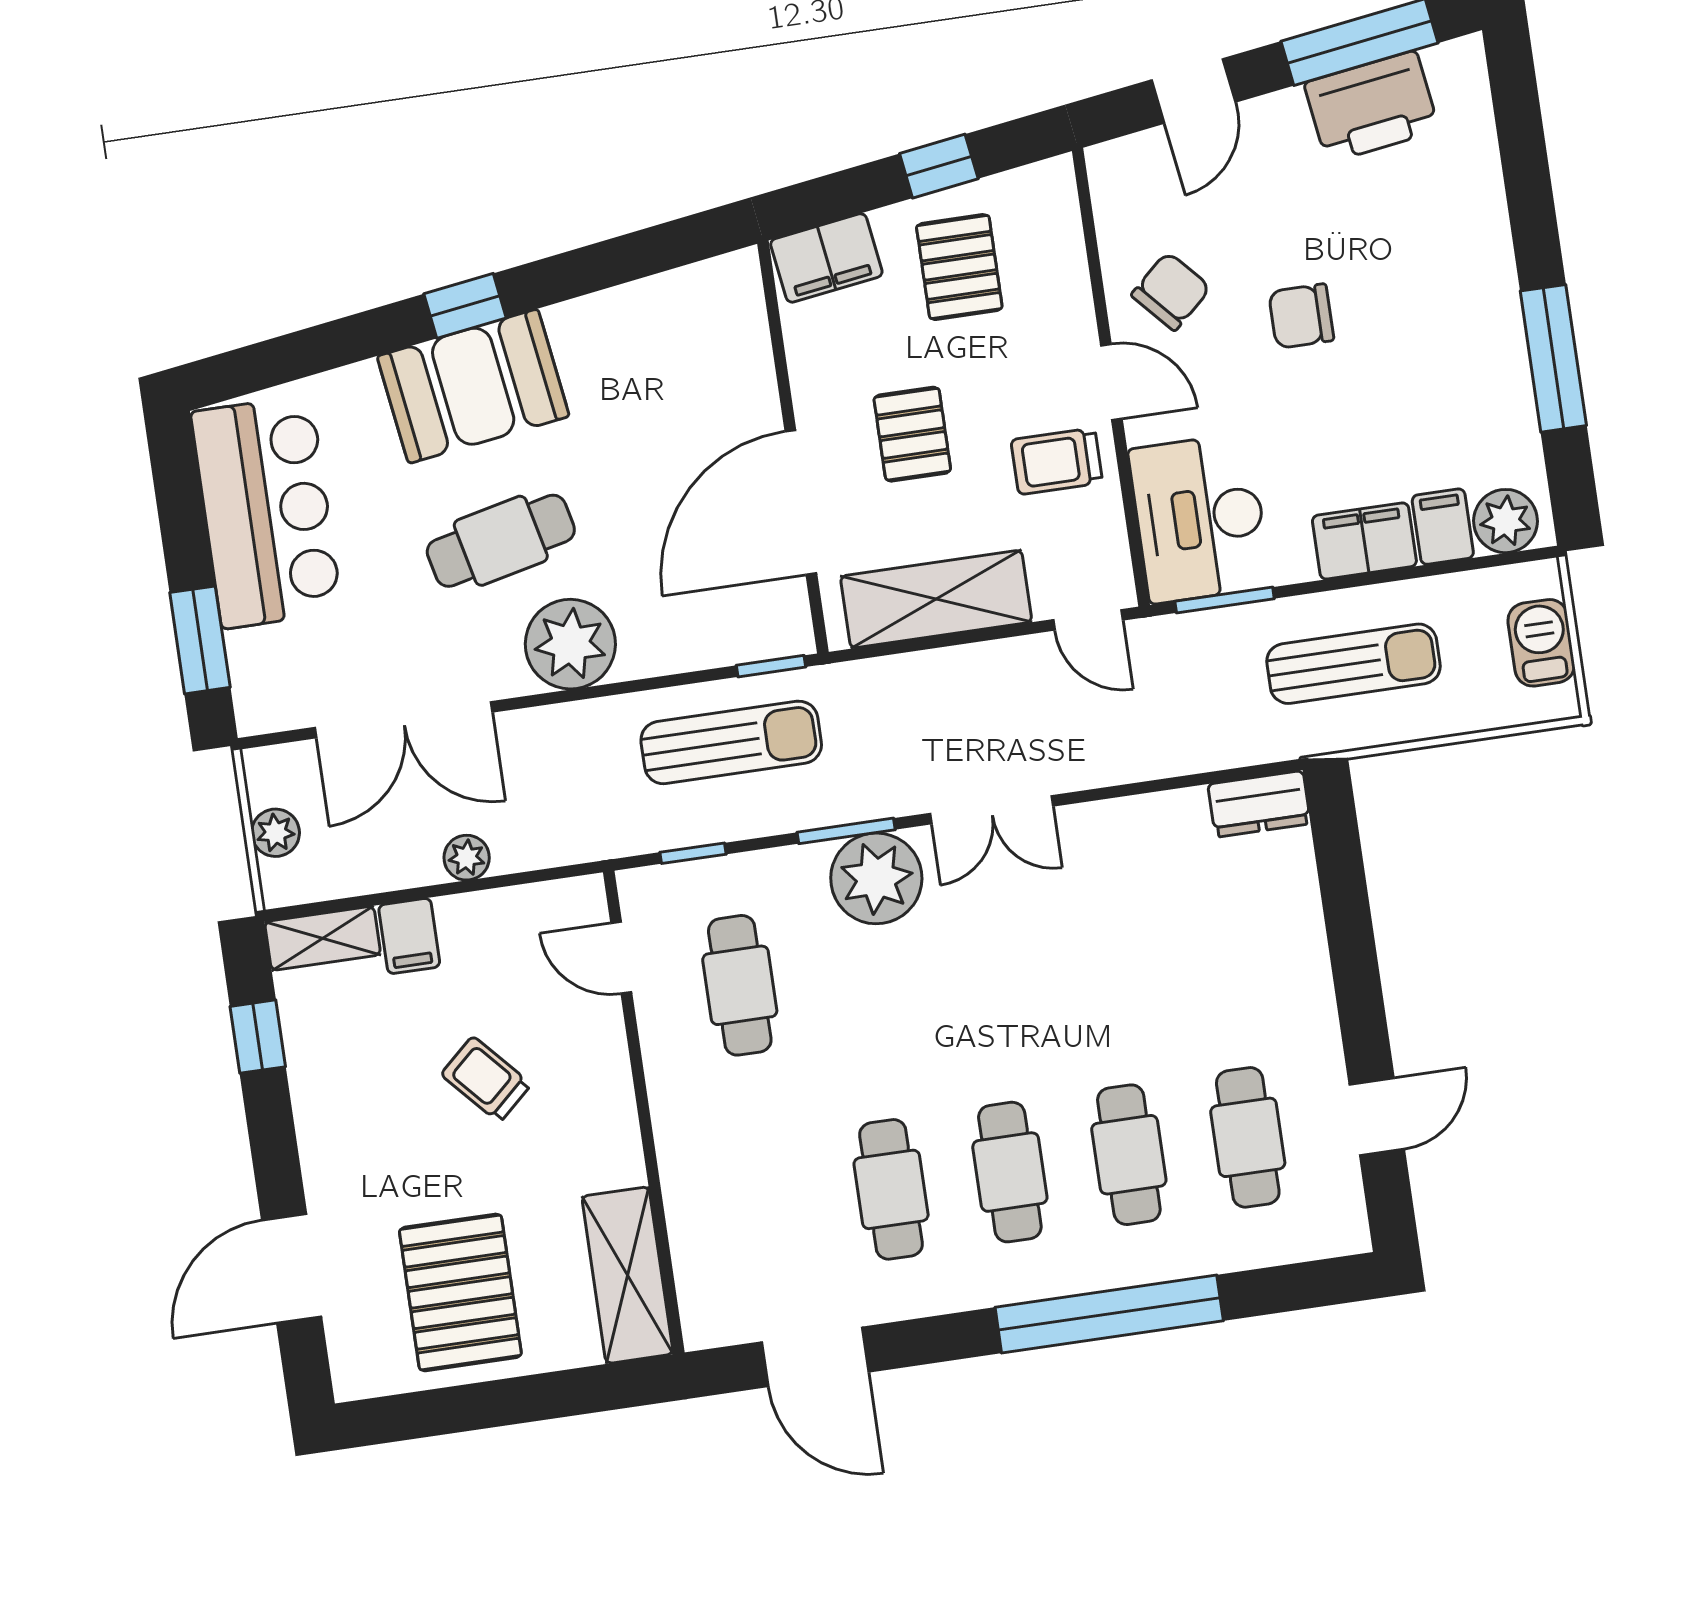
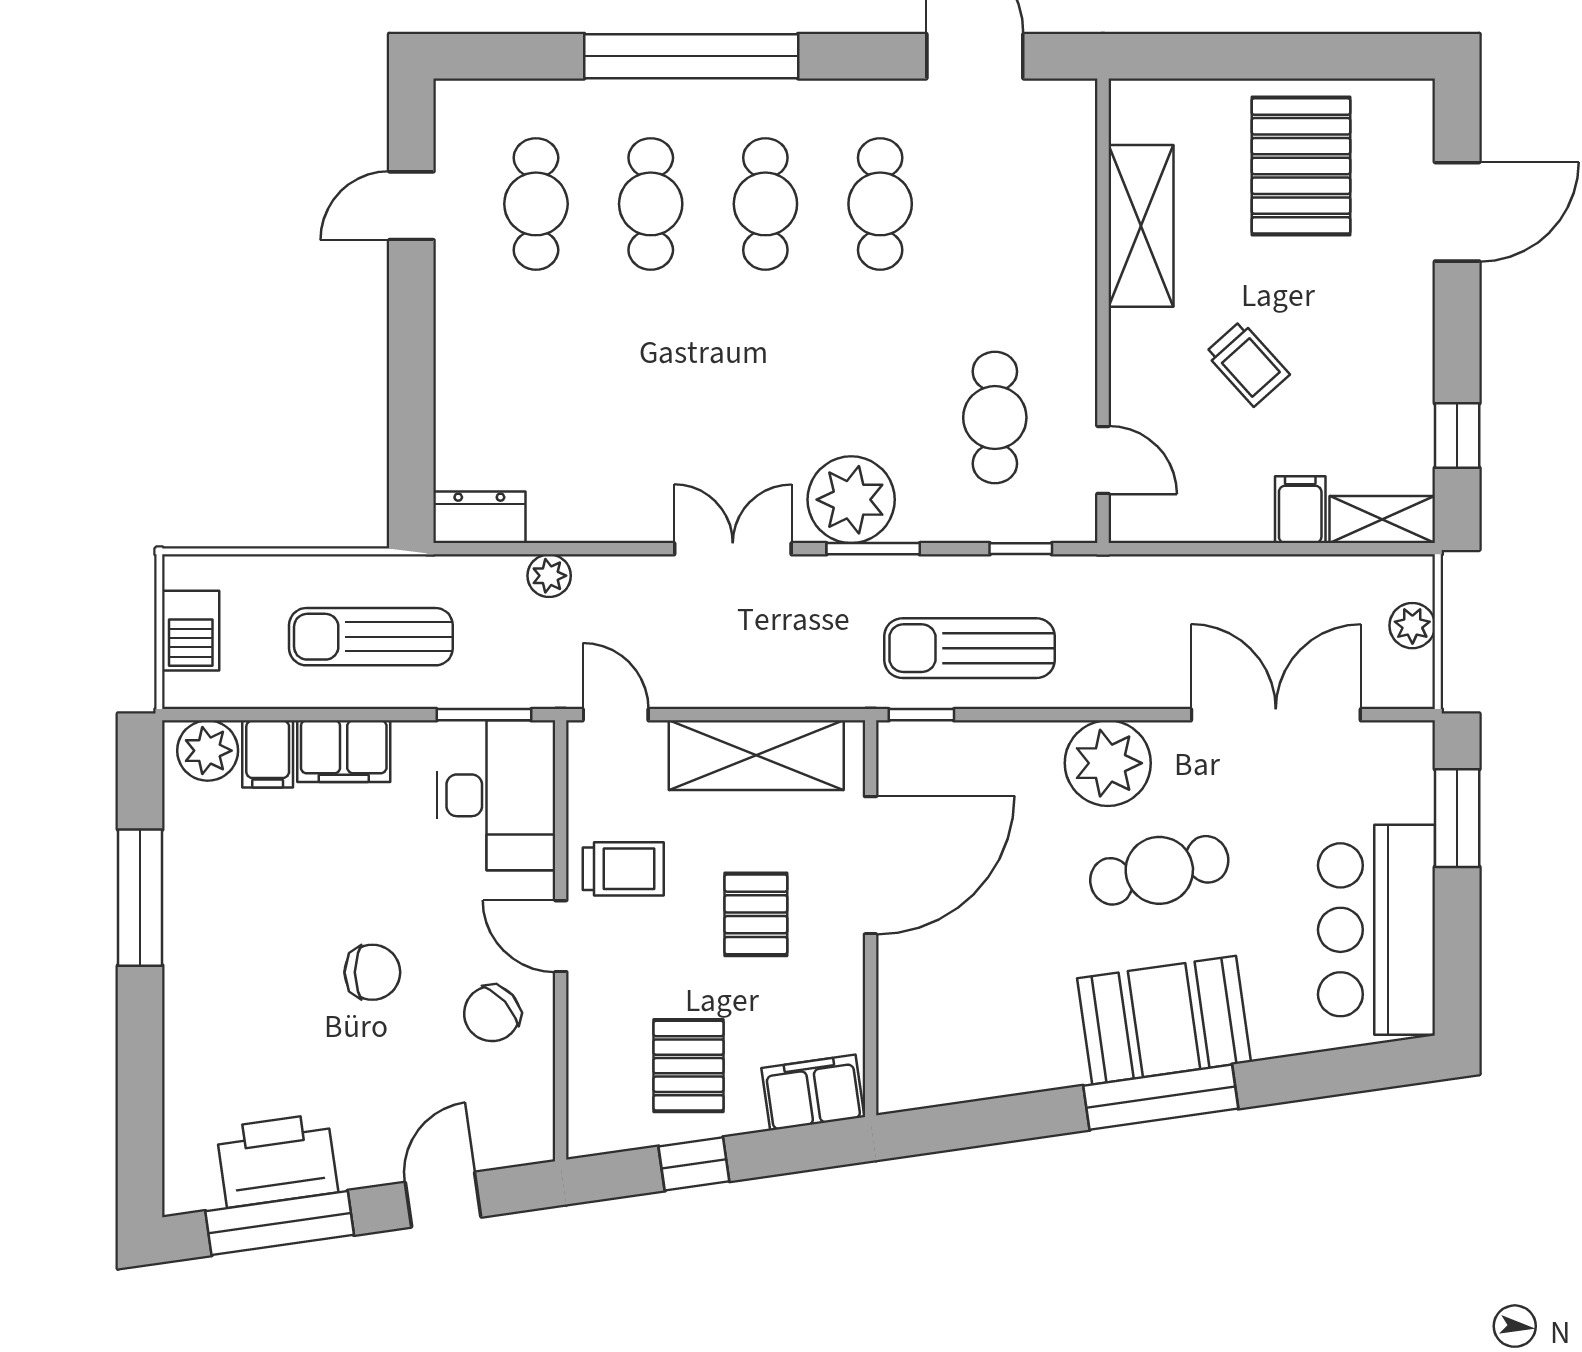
window: (465, 306) -> (1161, 1097), width x2.17
plant: (467, 858) -> (549, 576), moved
shelving: (627, 1275) -> (1141, 226), moved

